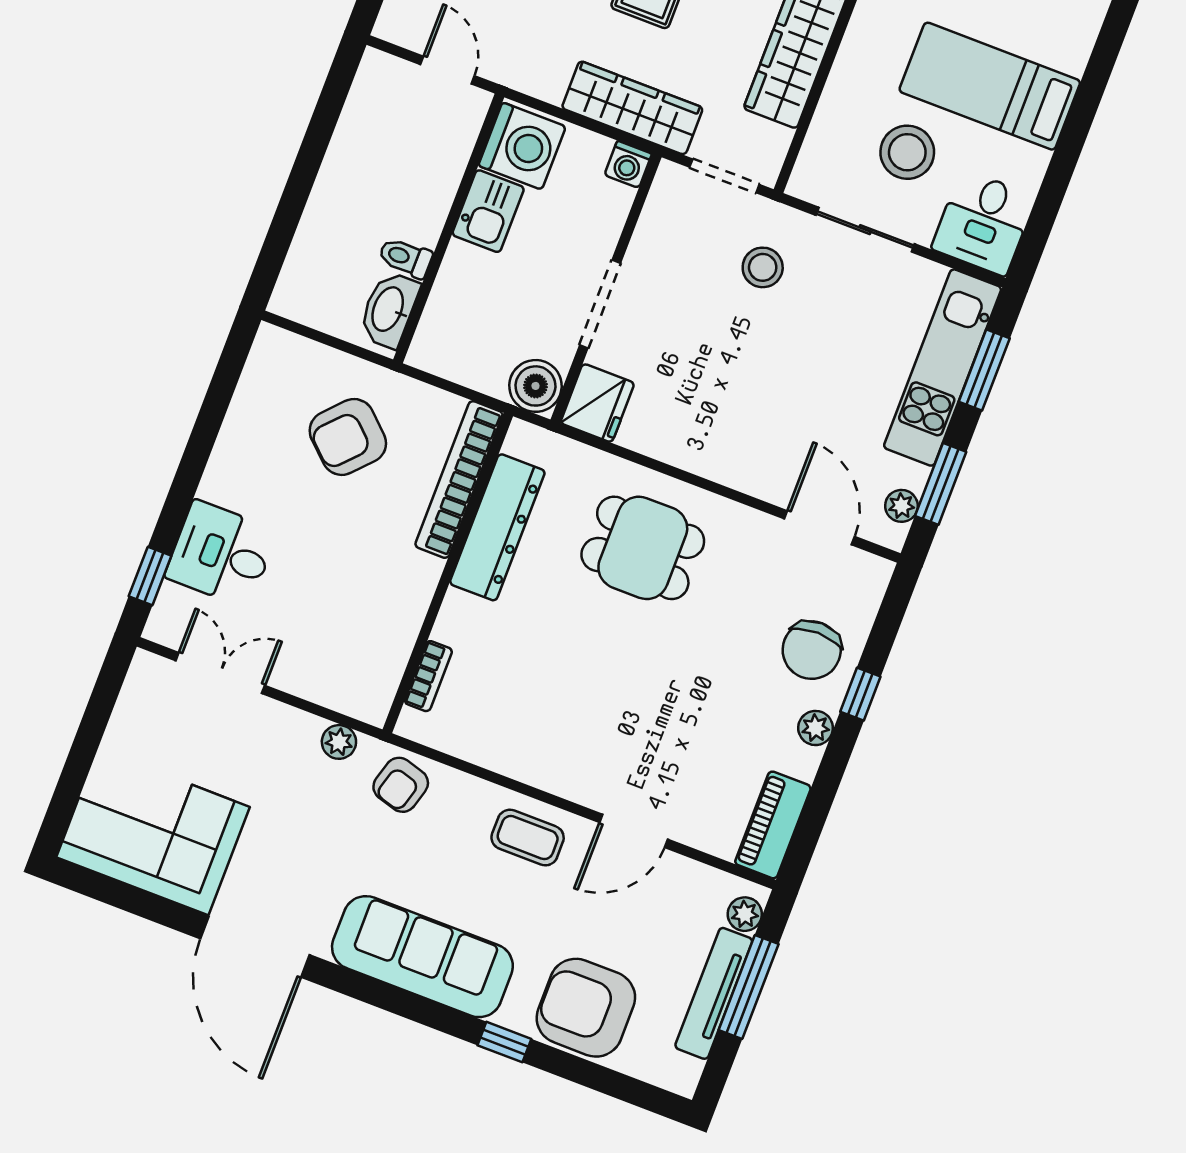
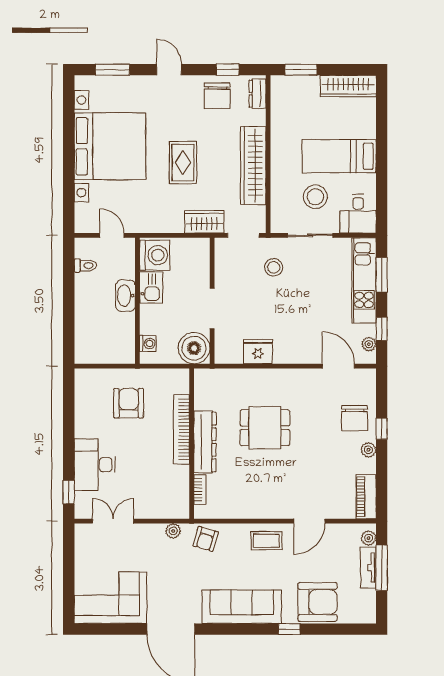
wardrobe: (632, 108) -> (204, 222), width x0.67
washing machine: (628, 164) -> (148, 343), moved, turned -90
toilet: (405, 258) -> (85, 266), moved, turned 180
washbasin: (389, 310) -> (125, 296), moved
boiler: (535, 386) -> (194, 348), width x1.37, depth x1.37
fridge: (597, 403) -> (258, 352), moved, turned -90
armchair: (348, 437) -> (129, 403), turned 137
bookcase: (459, 480) -> (181, 429), moved
window: (941, 484) -> (382, 329), width x0.67
dresser: (497, 527) -> (205, 442), moved
dining table: (643, 548) -> (265, 428), moved
desk: (221, 554) -> (95, 465), width x1.37
tv unit: (714, 993) -> (368, 567), width x0.71
armchair: (586, 1008) -> (318, 602), turned 180

